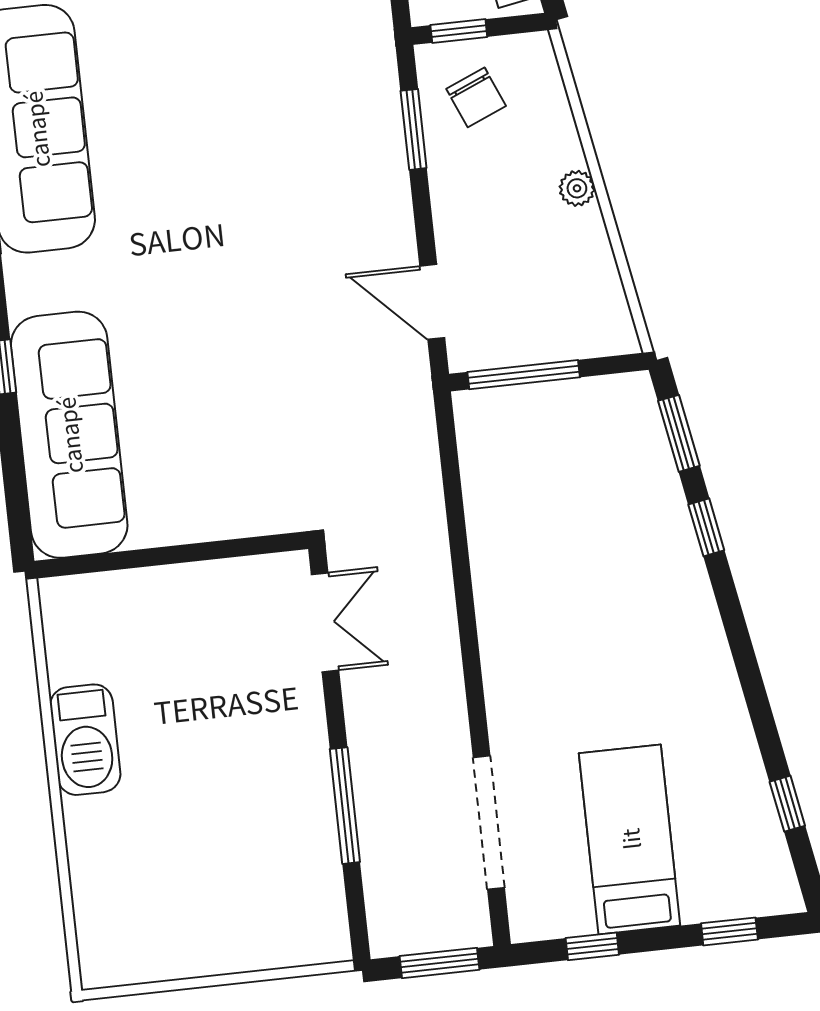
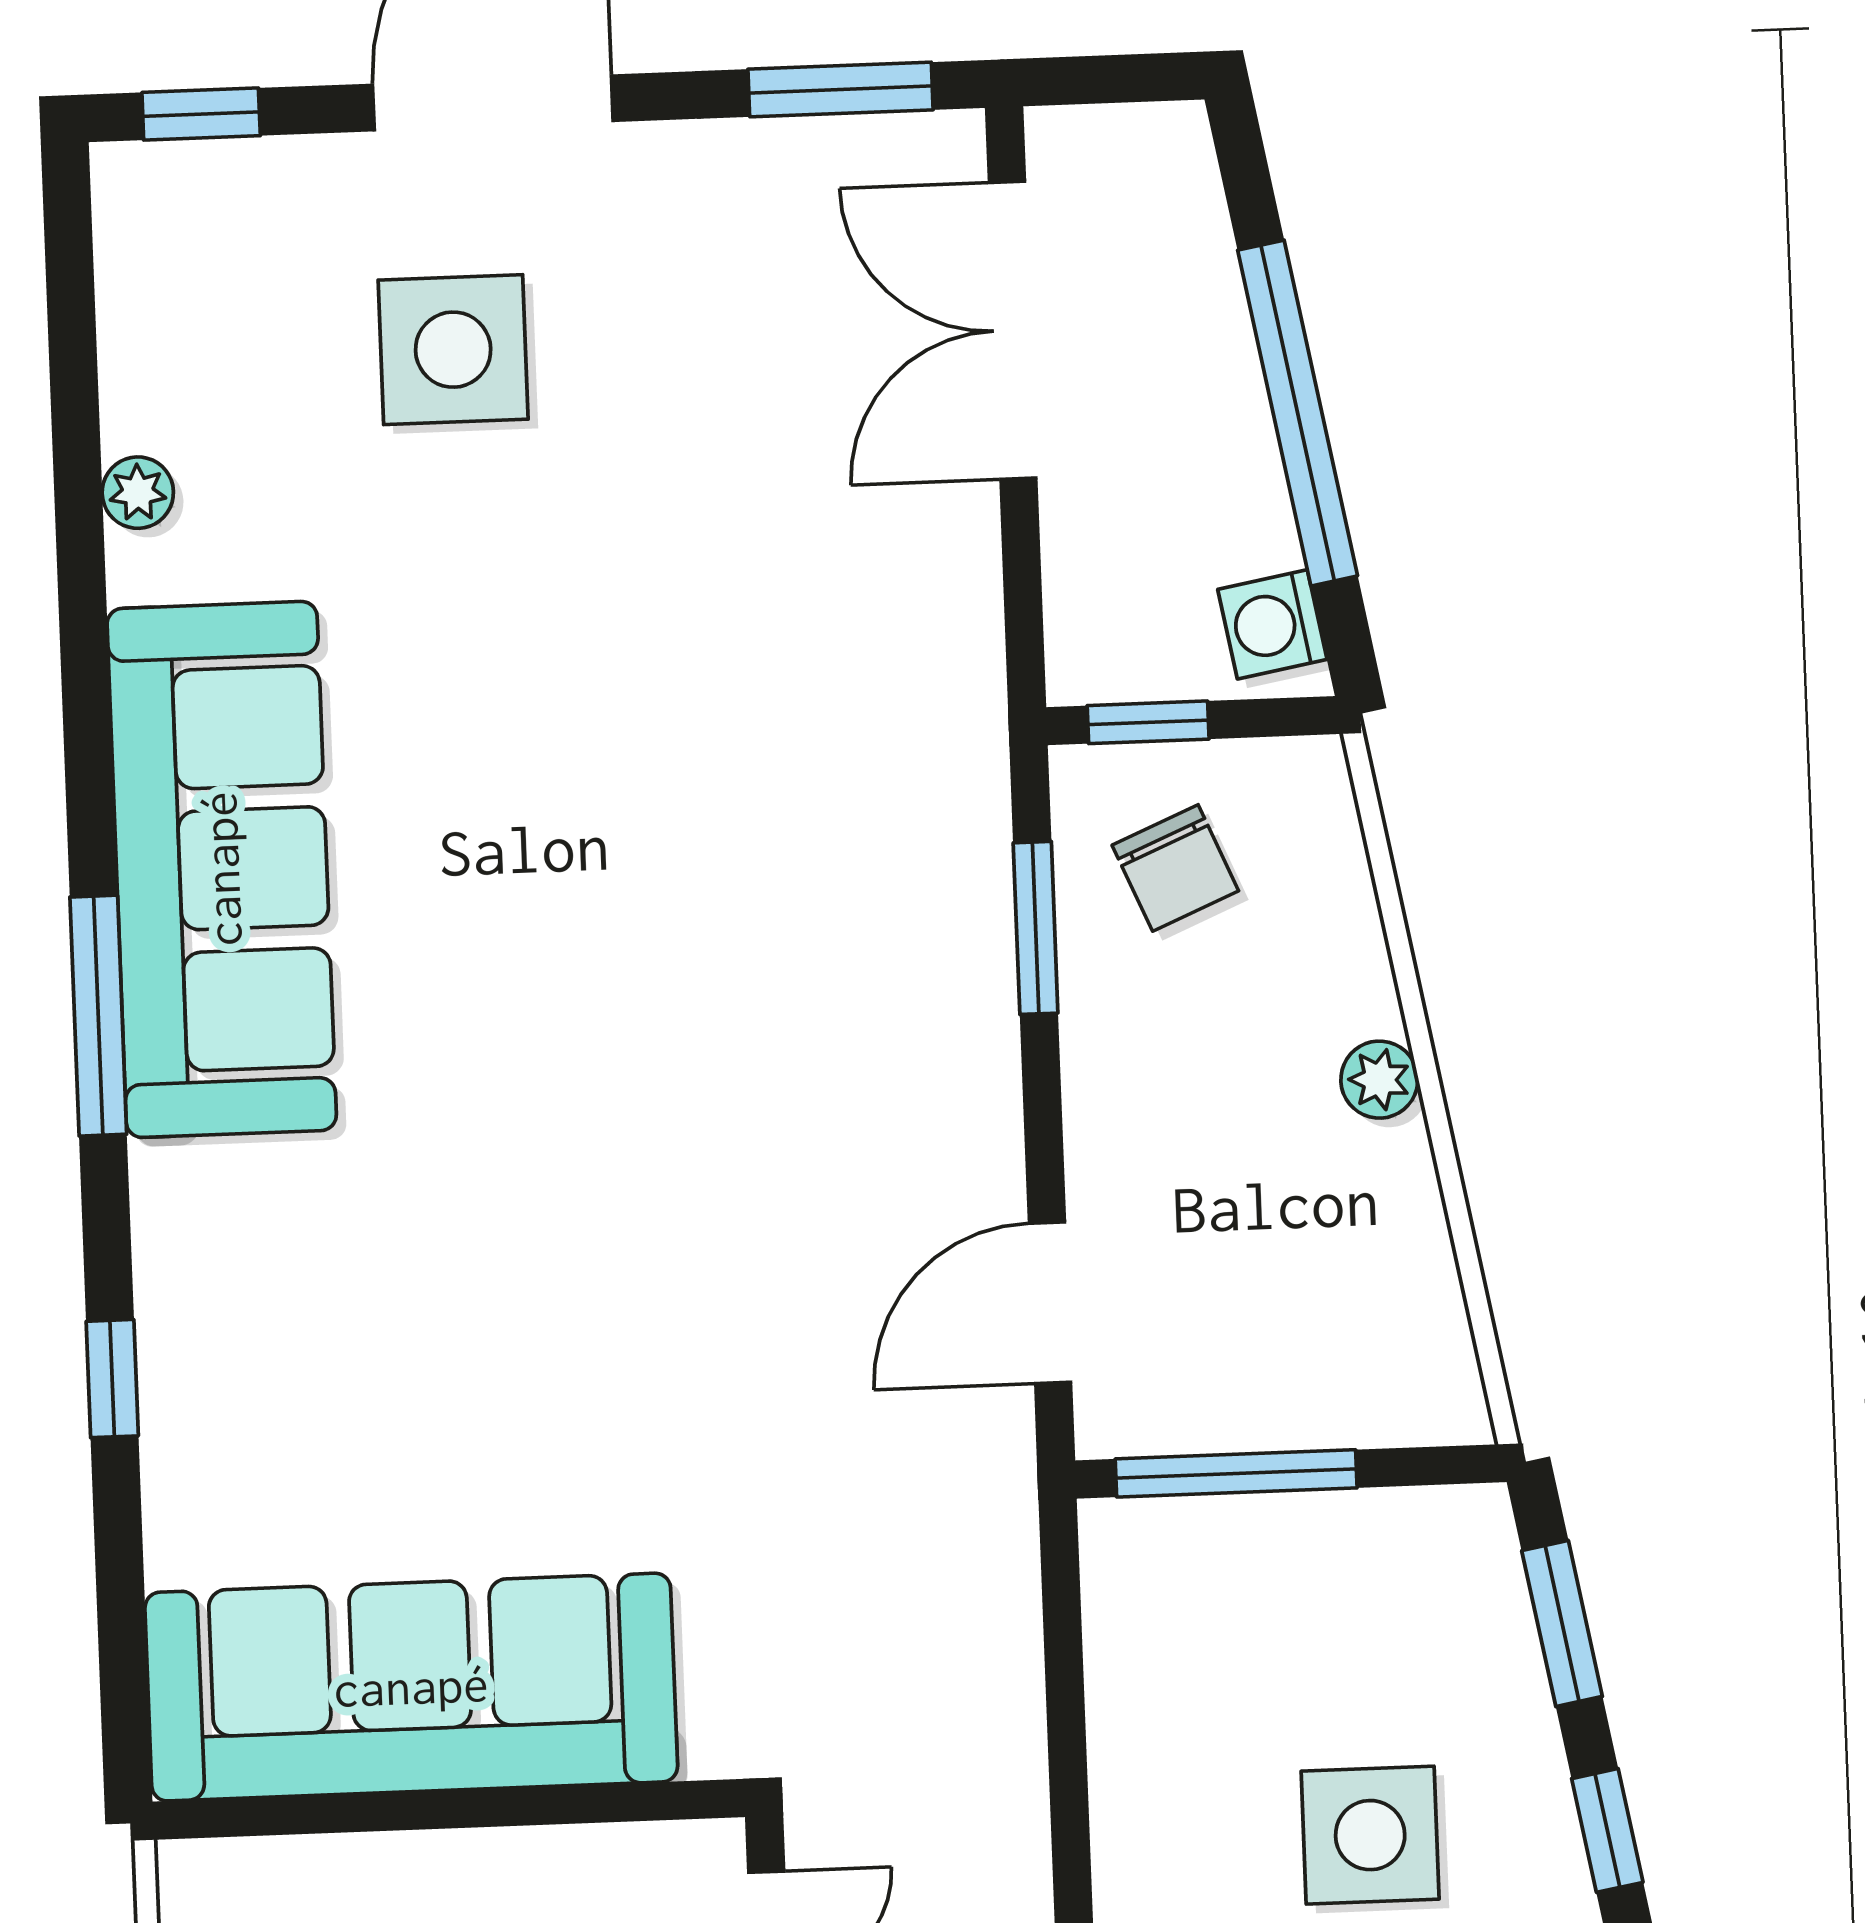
door: (432, 302) -> (1050, 1303), hinge flipped
sofa: (69, 435) -> (411, 1687), moved, turned -90
side table: (597, 537) -> (1370, 1835), added

